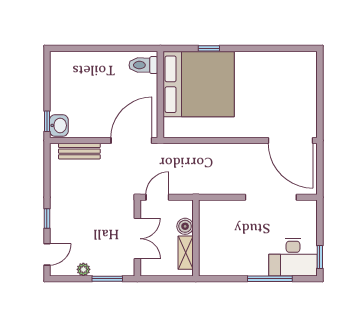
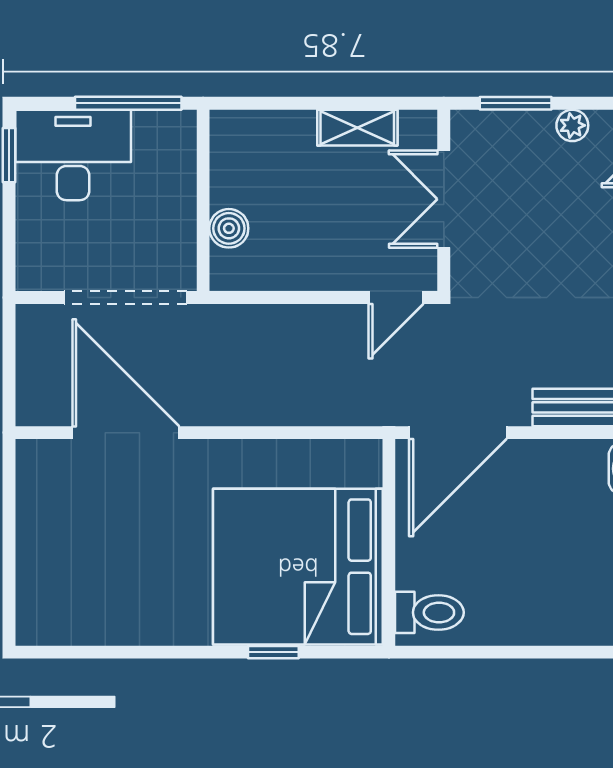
door: (291, 141) -> (126, 433), moved
boiler: (185, 226) -> (229, 228), moved
wall: (196, 238) -> (203, 200), moved
shelving: (186, 253) -> (357, 128), moved, turned 90

